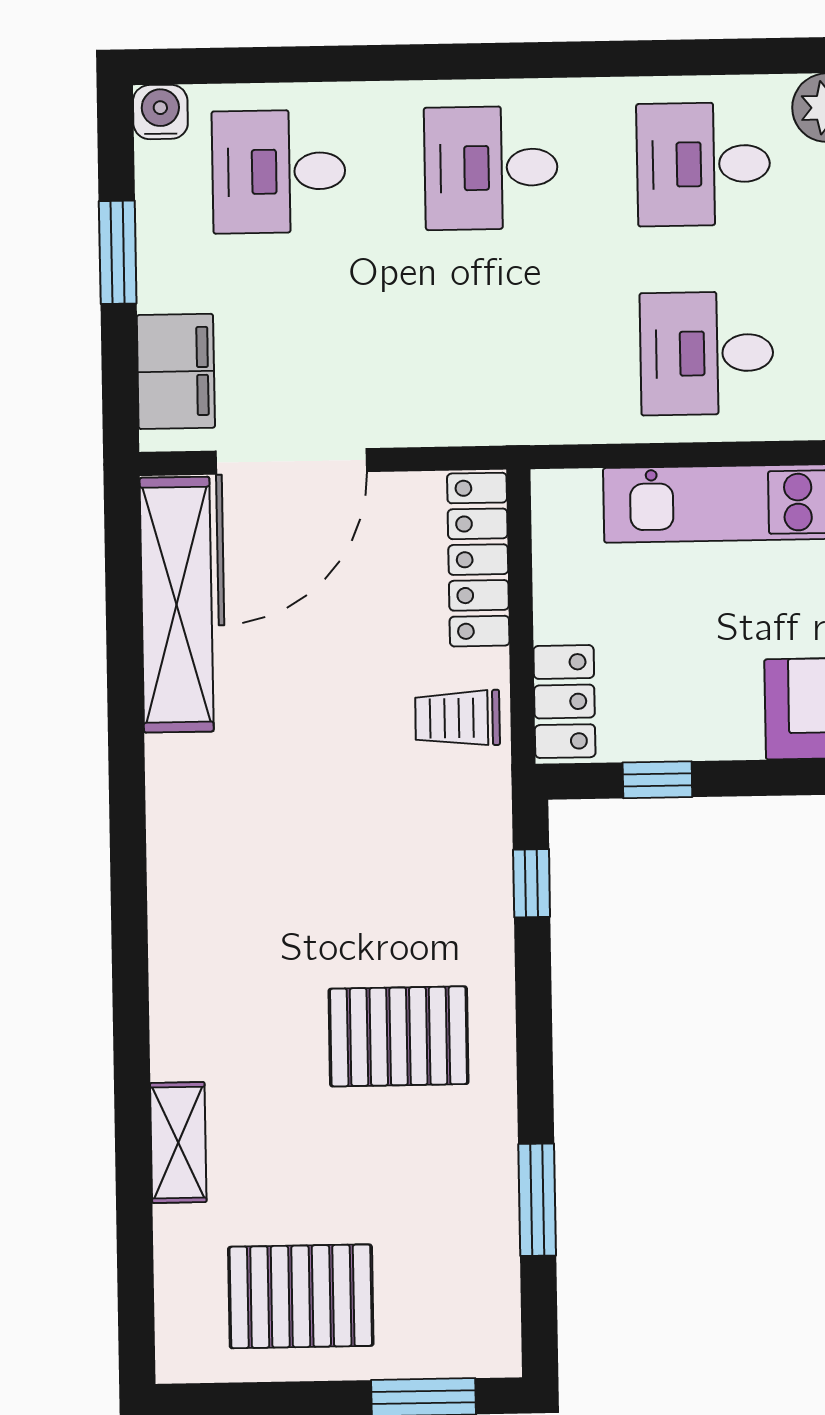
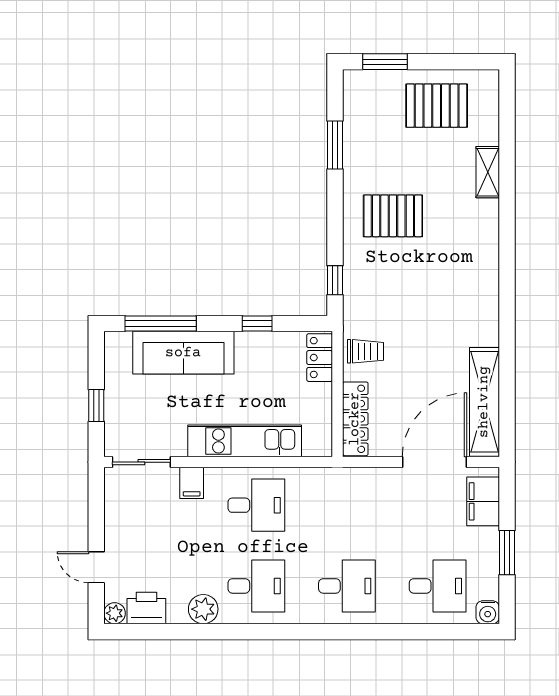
window: (657, 780) -> (257, 323), moved

